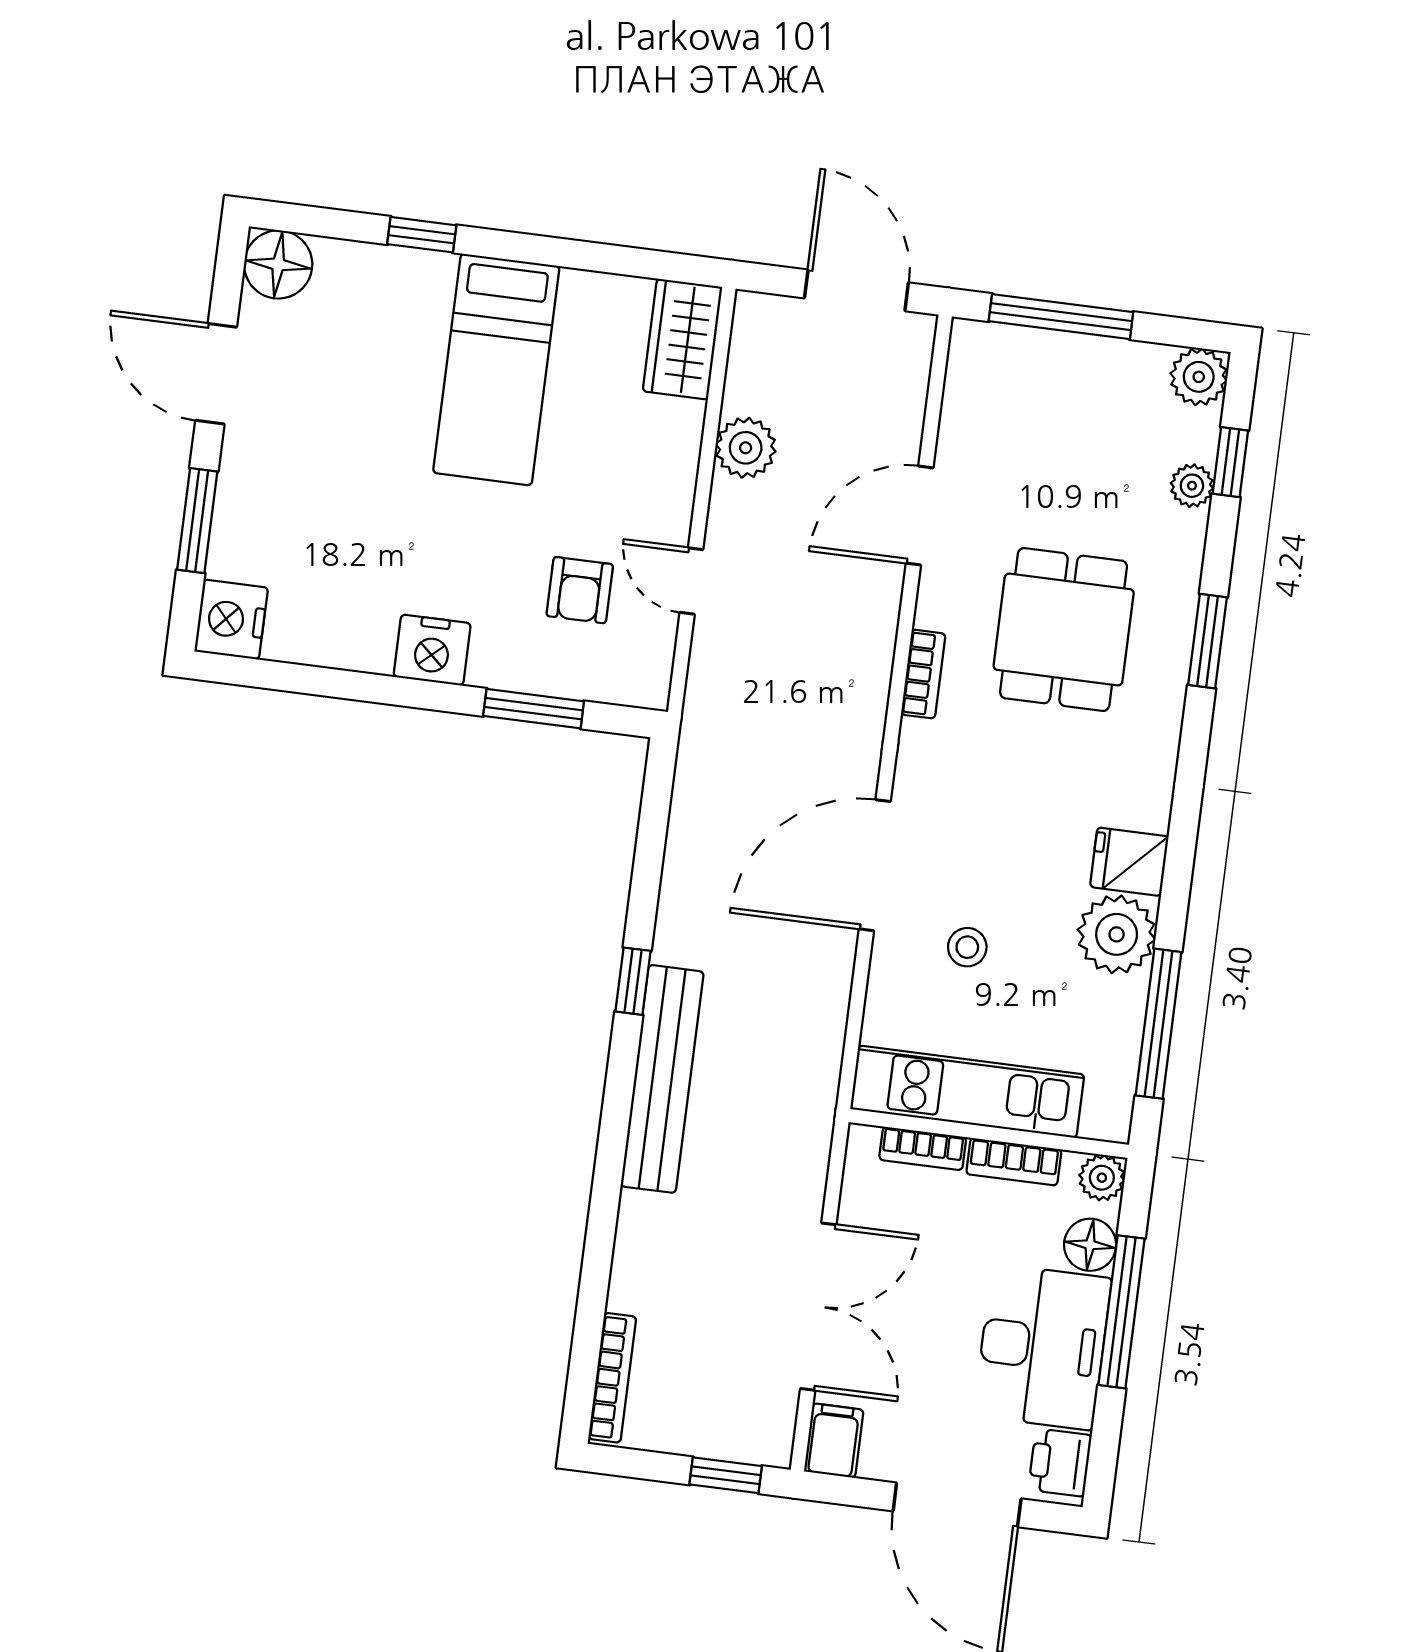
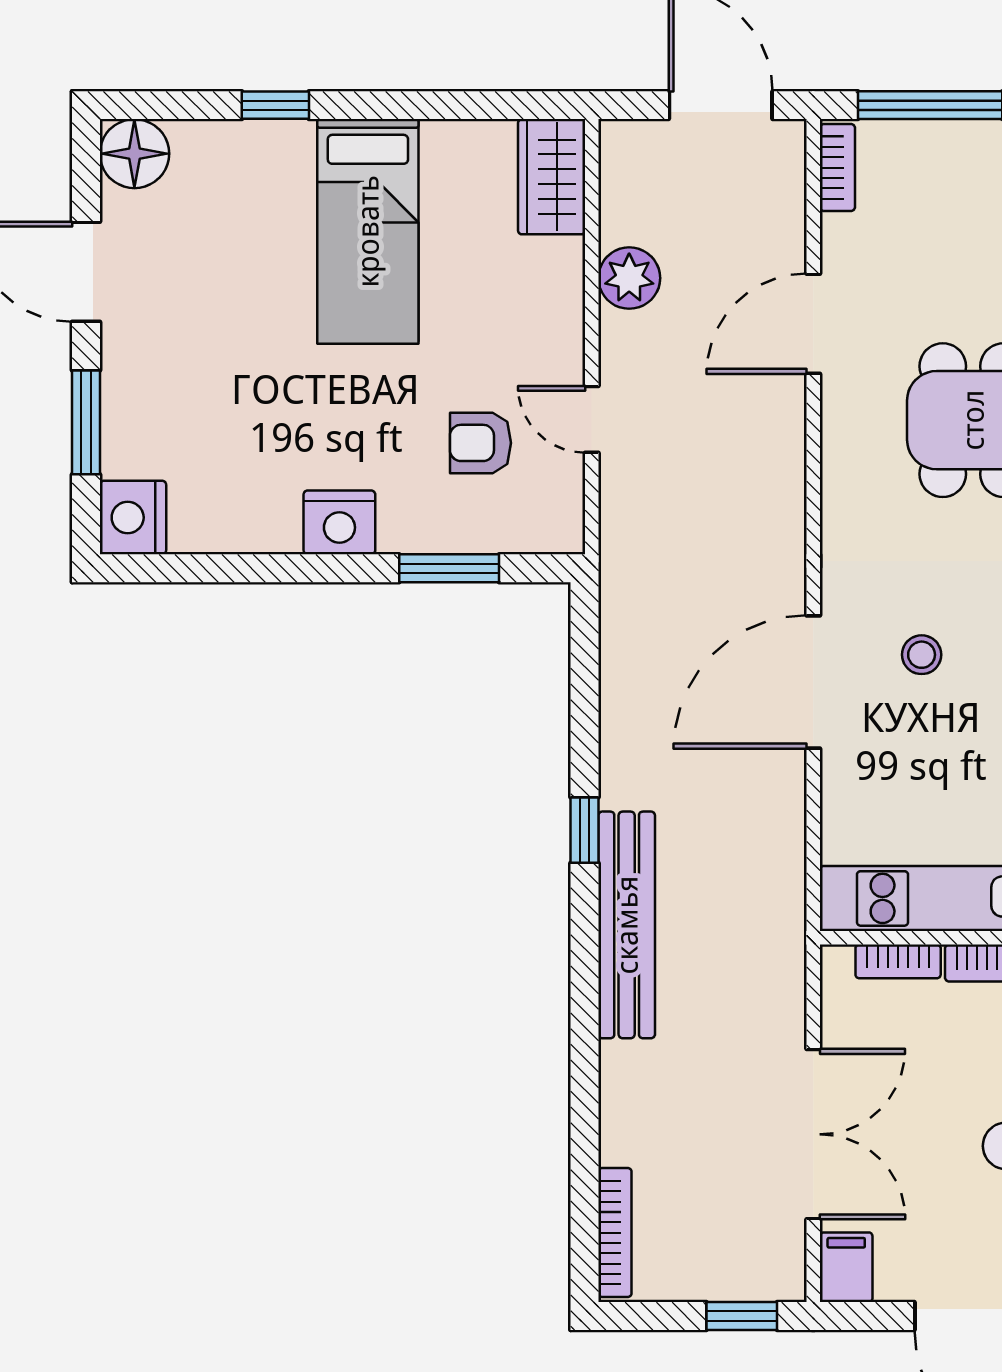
armchair: (580, 590) -> (480, 443), turned 90
bookcase: (923, 674) -> (837, 168), moved
stool: (967, 947) -> (922, 655), moved

